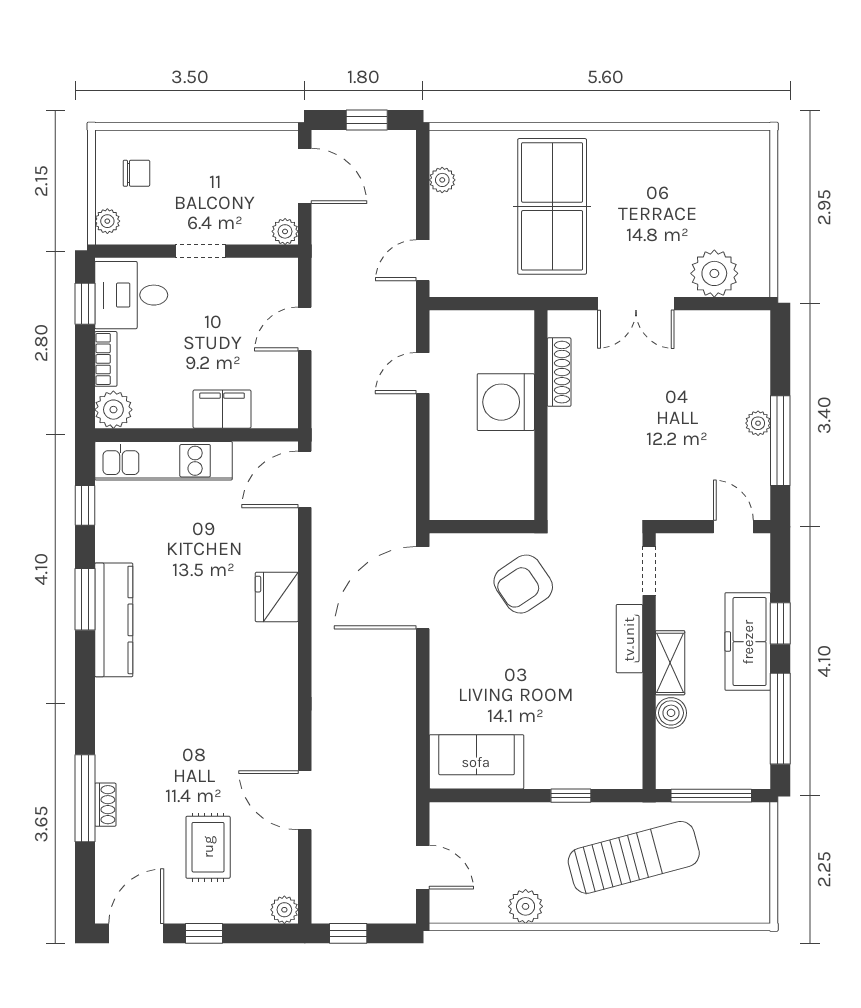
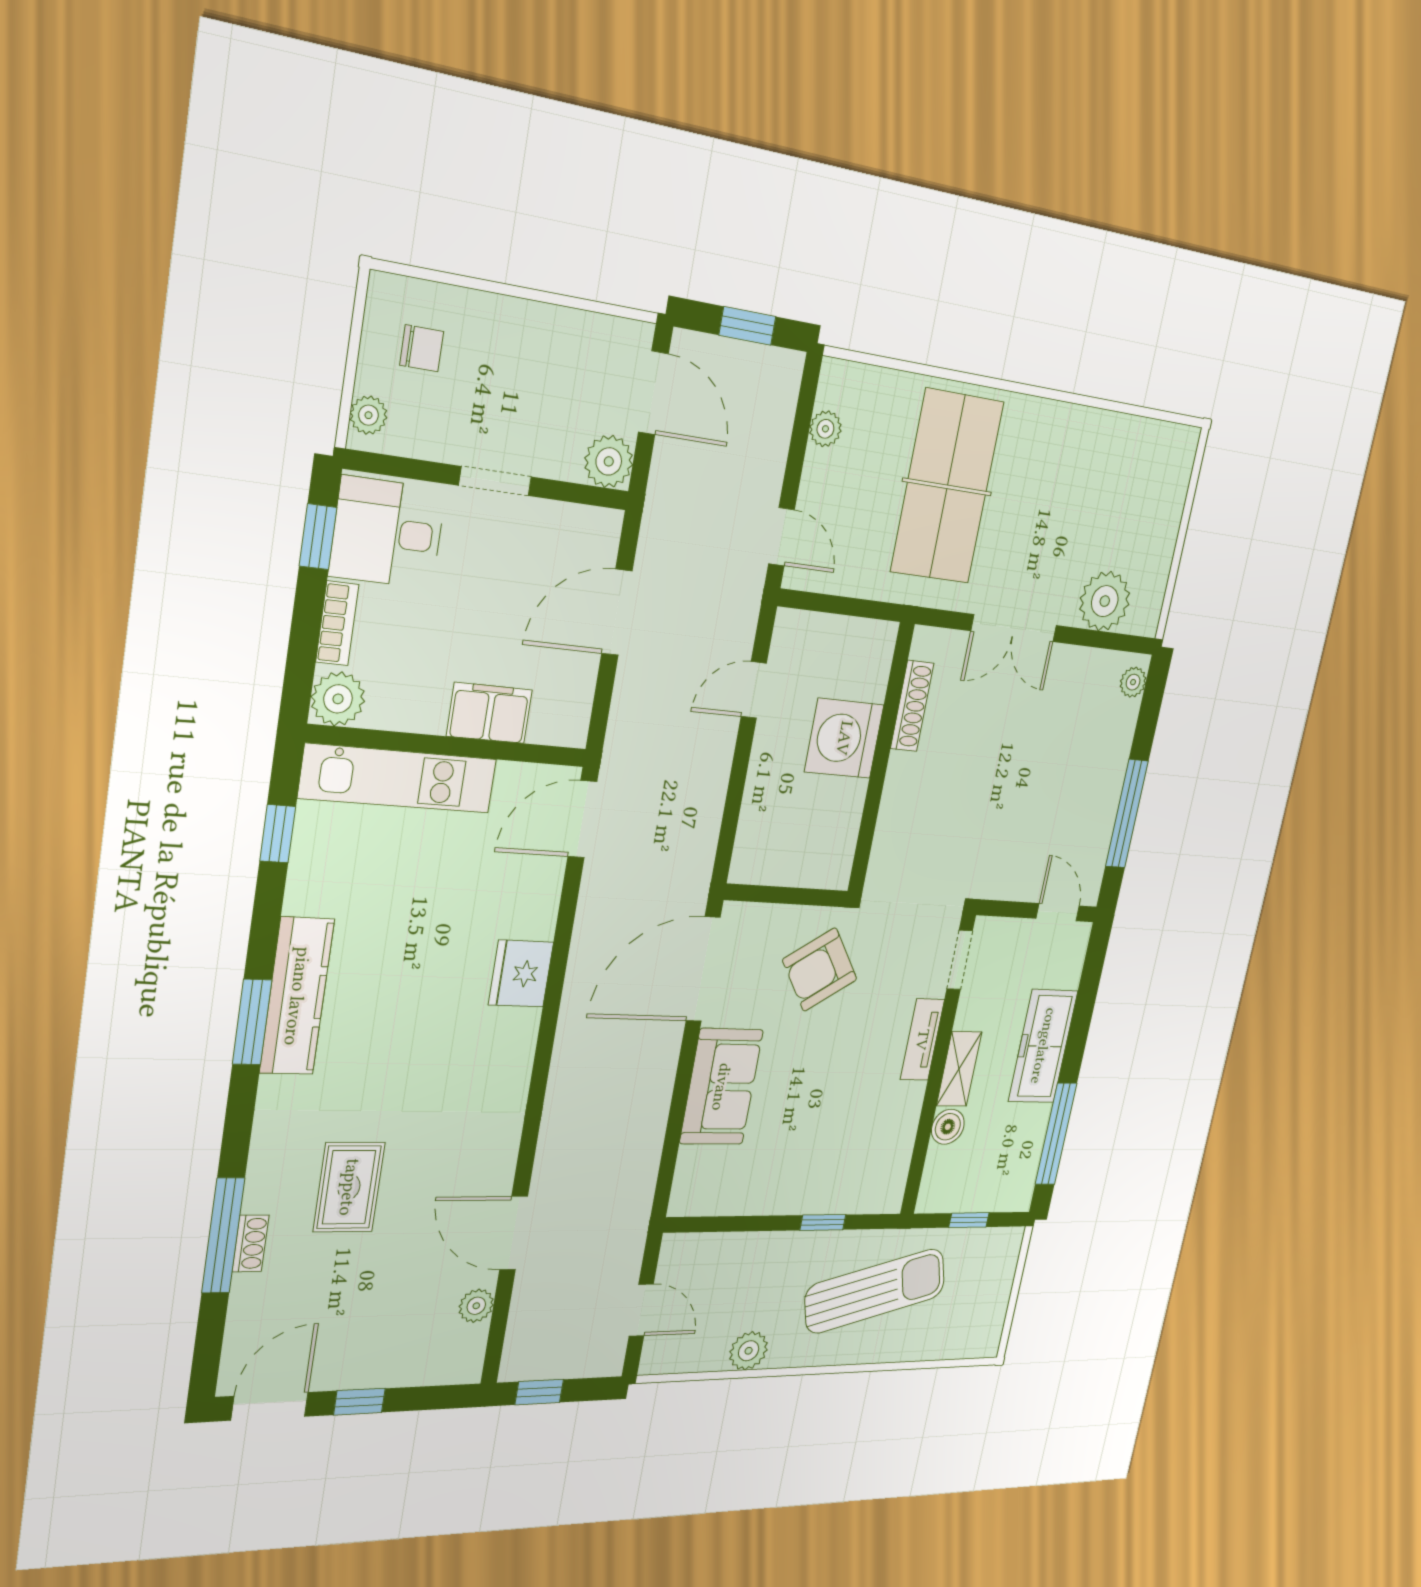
plant: (285, 231) -> (609, 461), width x1.38, depth x1.38
door: (423, 260) -> (781, 537), swing flipped
door: (305, 329) -> (617, 612), width x1.38
plant: (758, 423) -> (1133, 682), moved
window: (85, 599) -> (252, 1022), moved
window: (780, 623) -> (1080, 1026), removed
sofa: (476, 762) -> (721, 1087), moved, turned 90
window: (711, 796) -> (969, 1220), width x0.46
rug: (208, 847) -> (349, 1187), moved
plant: (284, 910) -> (476, 1306), moved

